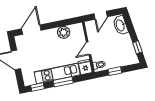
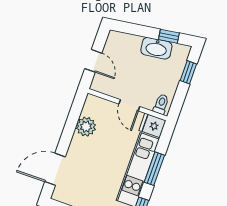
washbasin: (120, 25) -> (156, 48), moved
door: (31, 30) -> (55, 169), hinge flipped
window: (115, 71) -> (188, 72), moved

